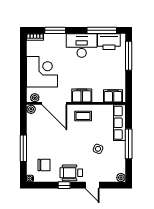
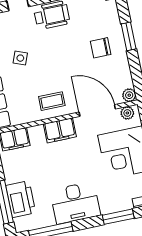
printer: (109, 42) -> (21, 199), moved, turned 90
window: (23, 148) -> (129, 36), width x0.69
chair: (44, 165) -> (101, 48), moved

